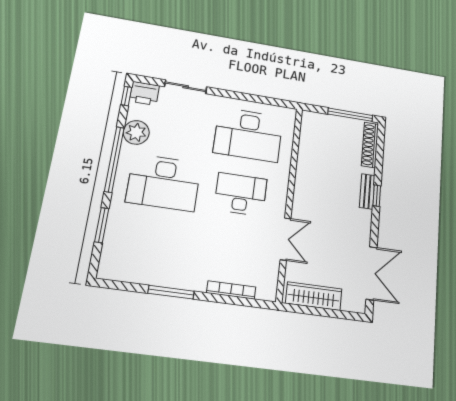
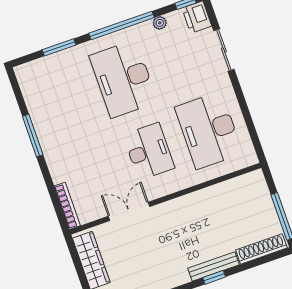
plant: (136, 132) -> (160, 23), width x0.53, depth x0.53
bench: (367, 191) -> (214, 266), width x1.36
double door: (286, 239) -> (129, 211), swing flipped
bookcase: (231, 290) -> (67, 206), moved

